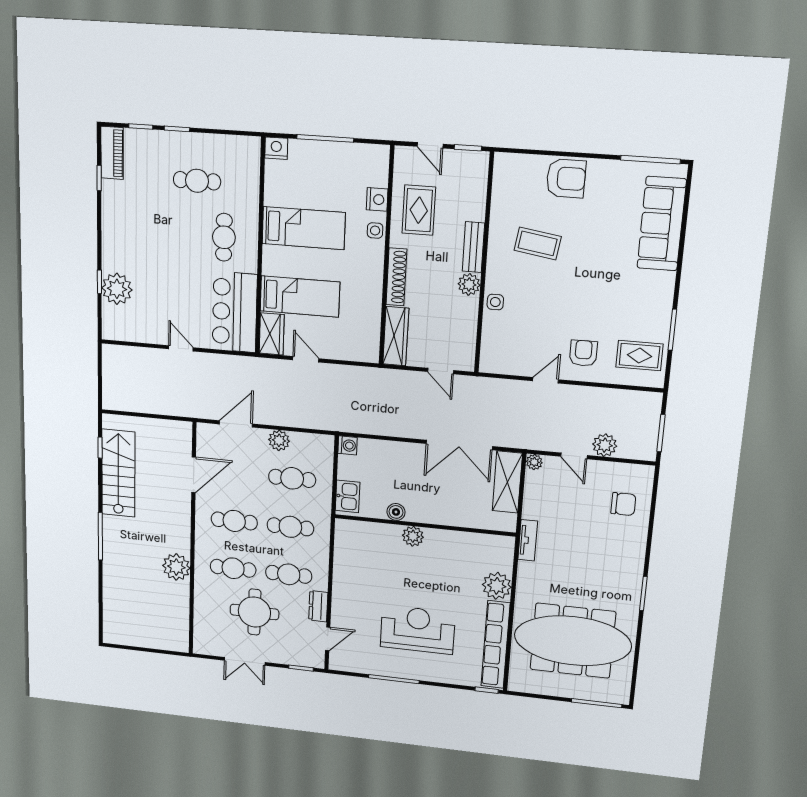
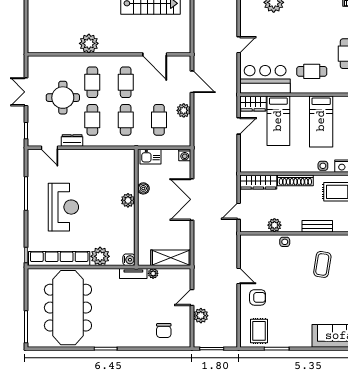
plant: (469, 284) -> (274, 225), moved
double door: (459, 445) -> (192, 199), moved
plant: (534, 462) -> (153, 273), moved
water cooler: (506, 544) -> (129, 260), added

